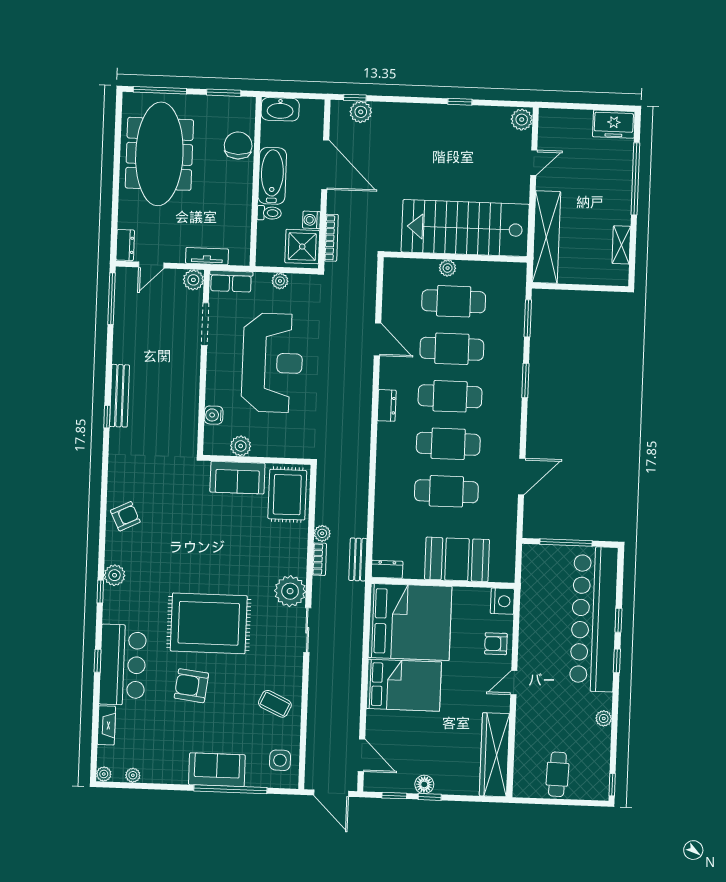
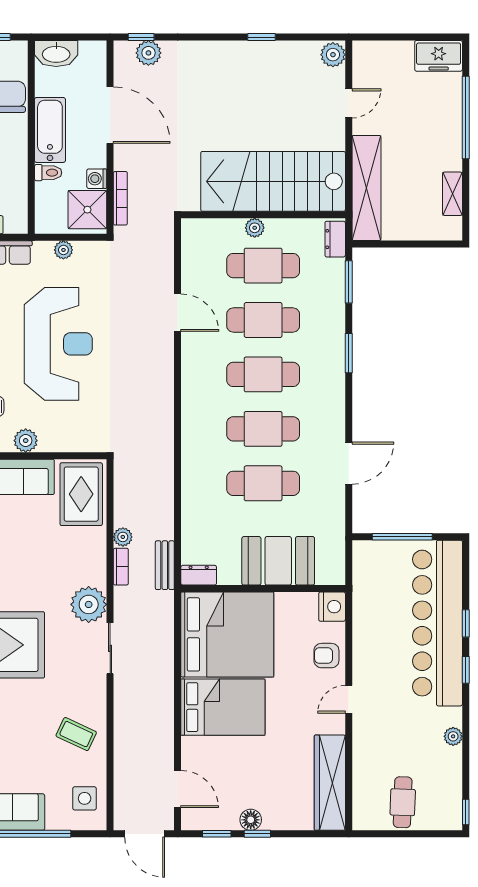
dresser: (387, 405) -> (335, 239), moved, turned 180

